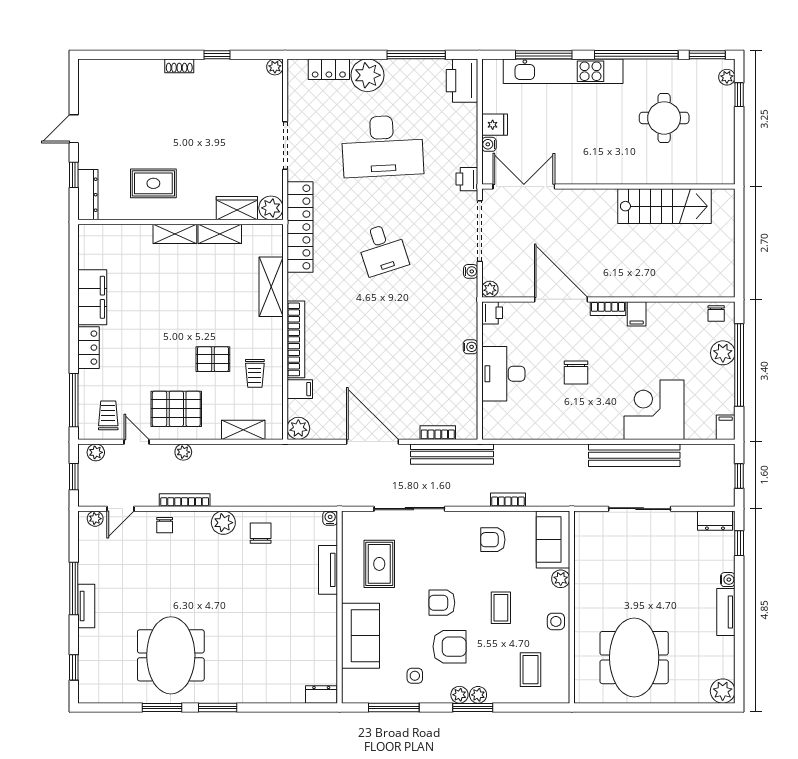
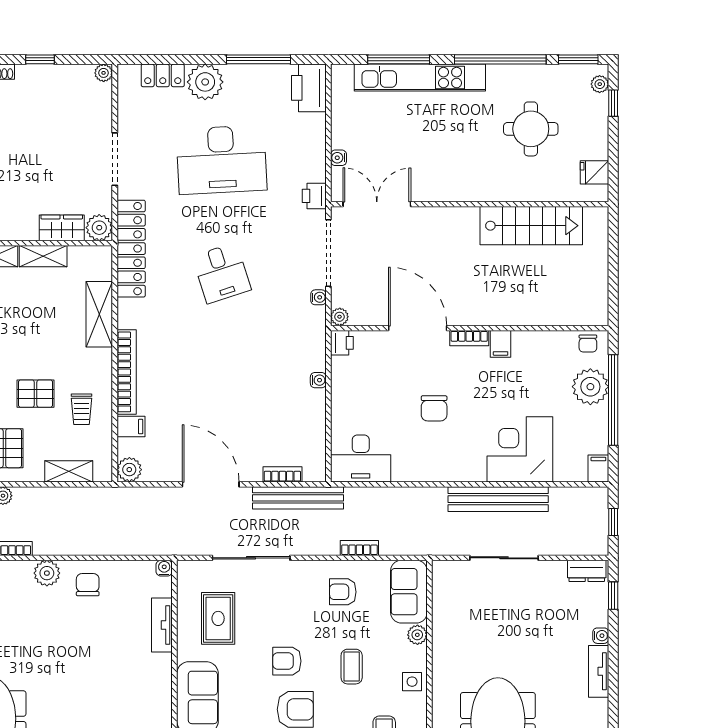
fridge: (495, 125) -> (594, 172), moved, turned 180
plant: (723, 353) -> (590, 387), width x1.36, depth x1.36
desk: (503, 374) -> (361, 458), moved, turned -90

